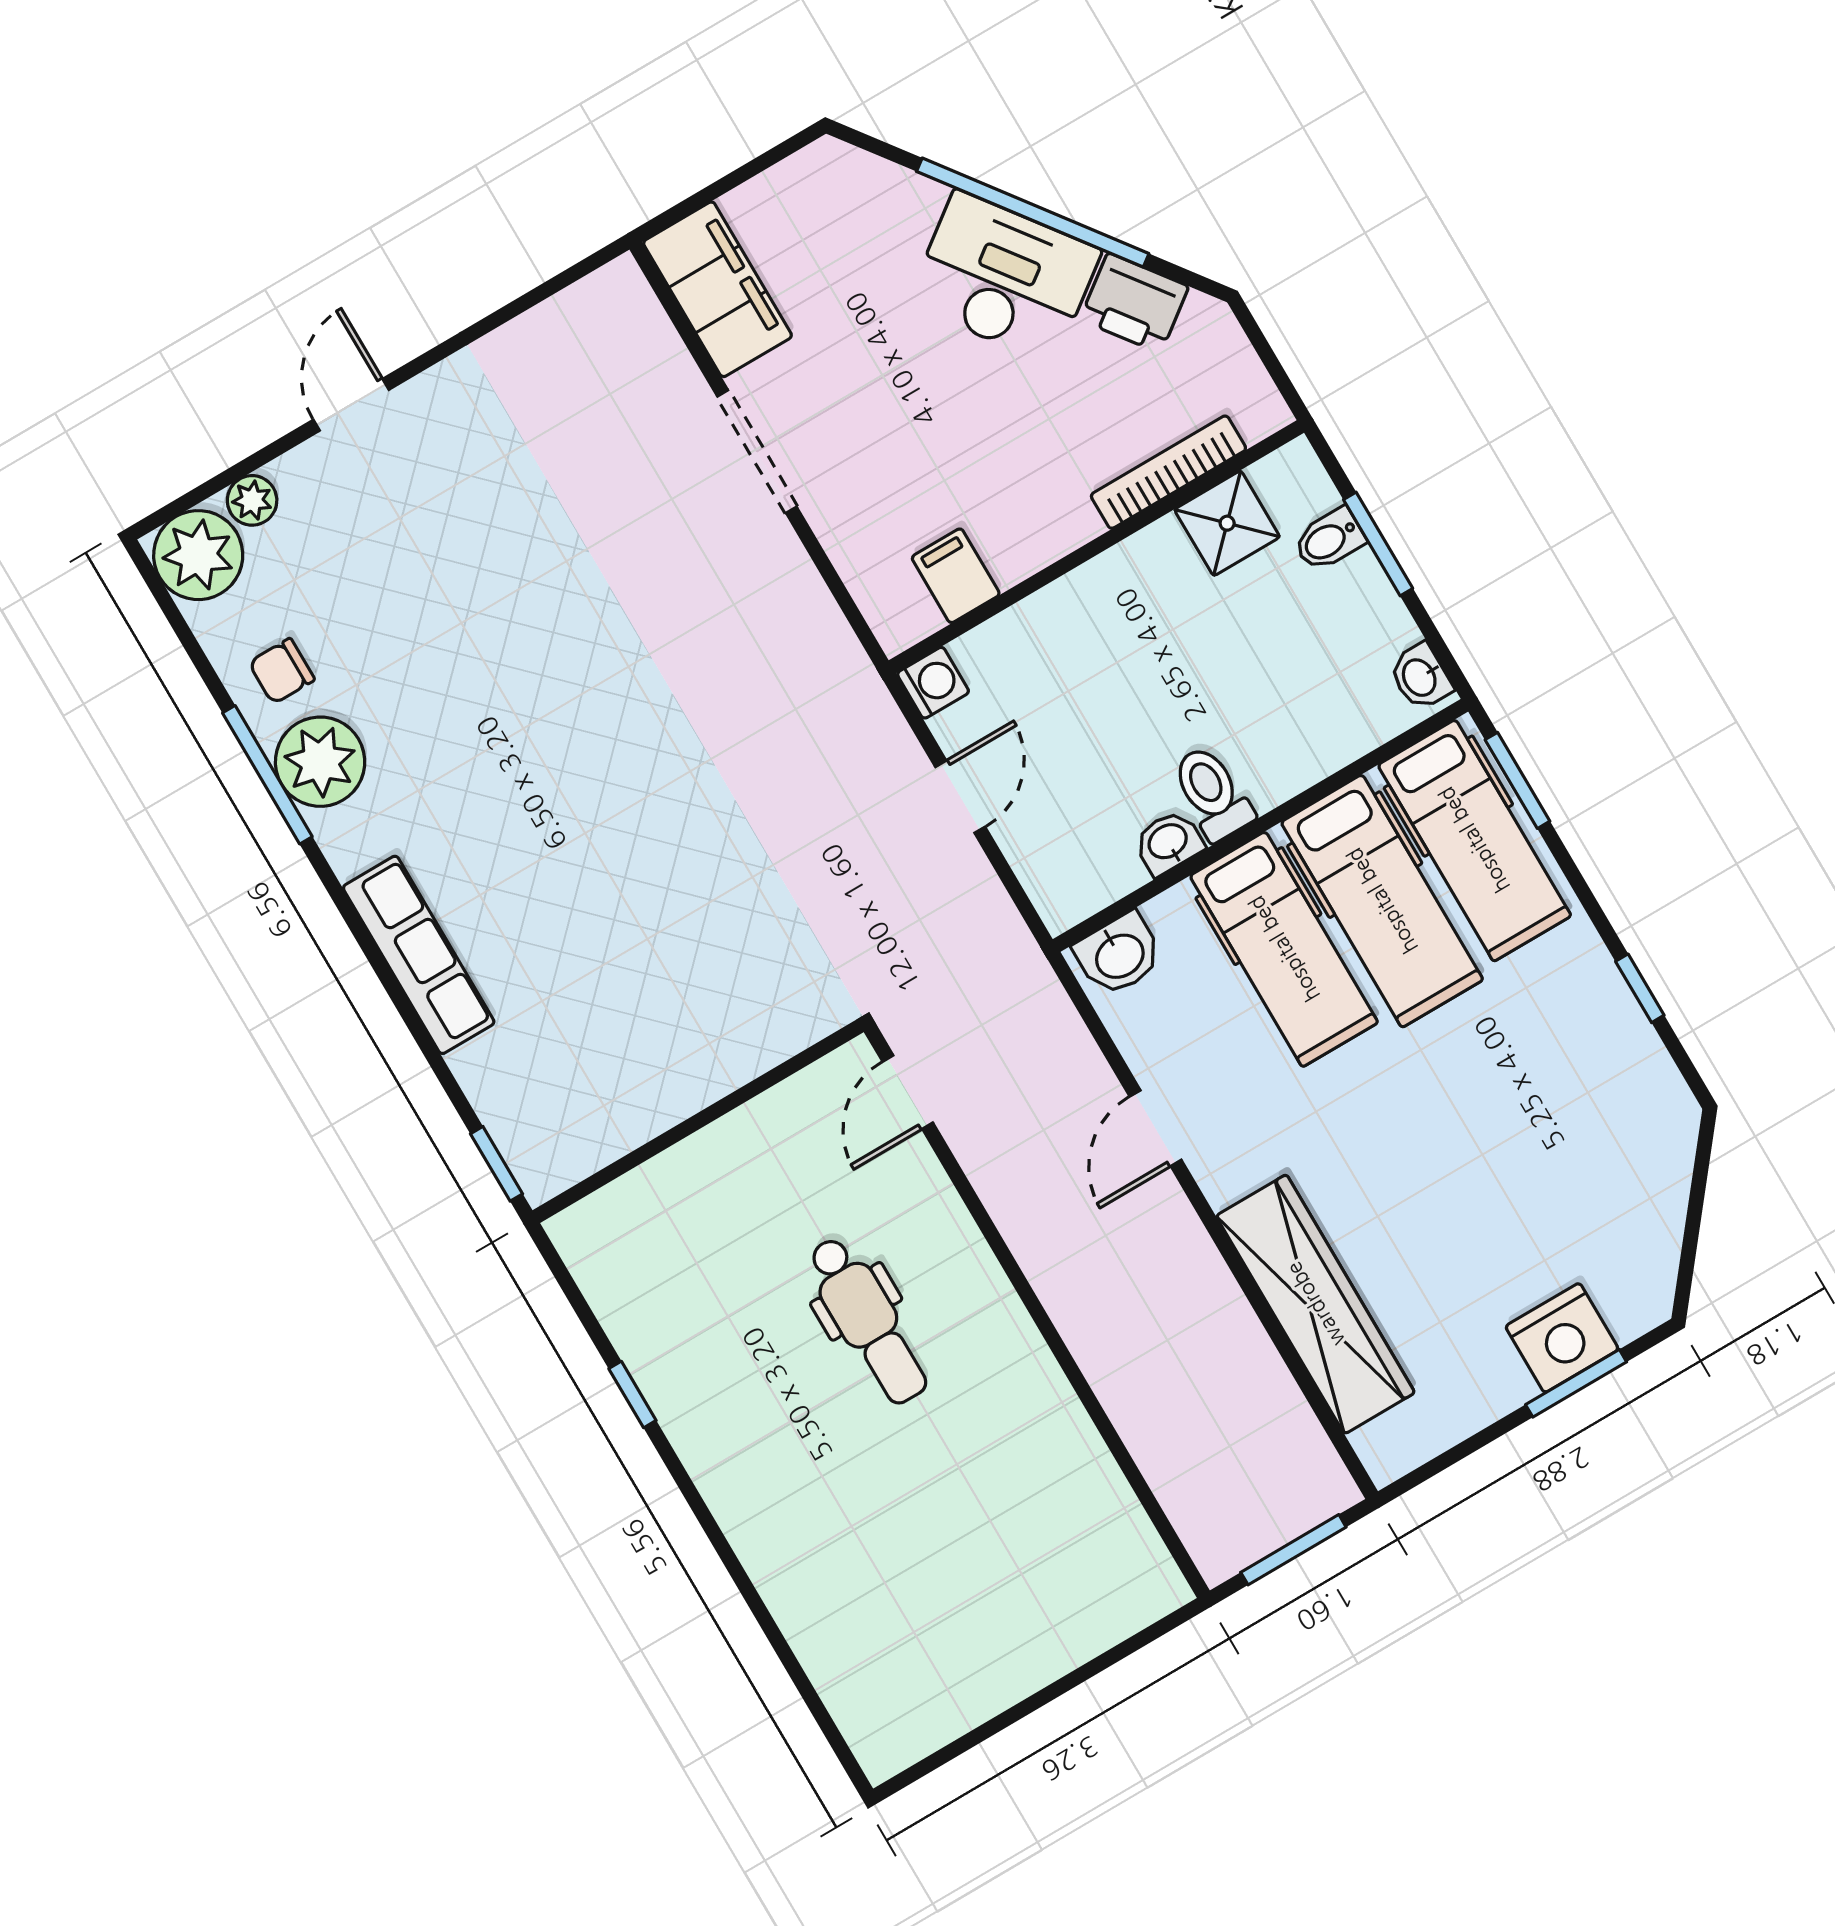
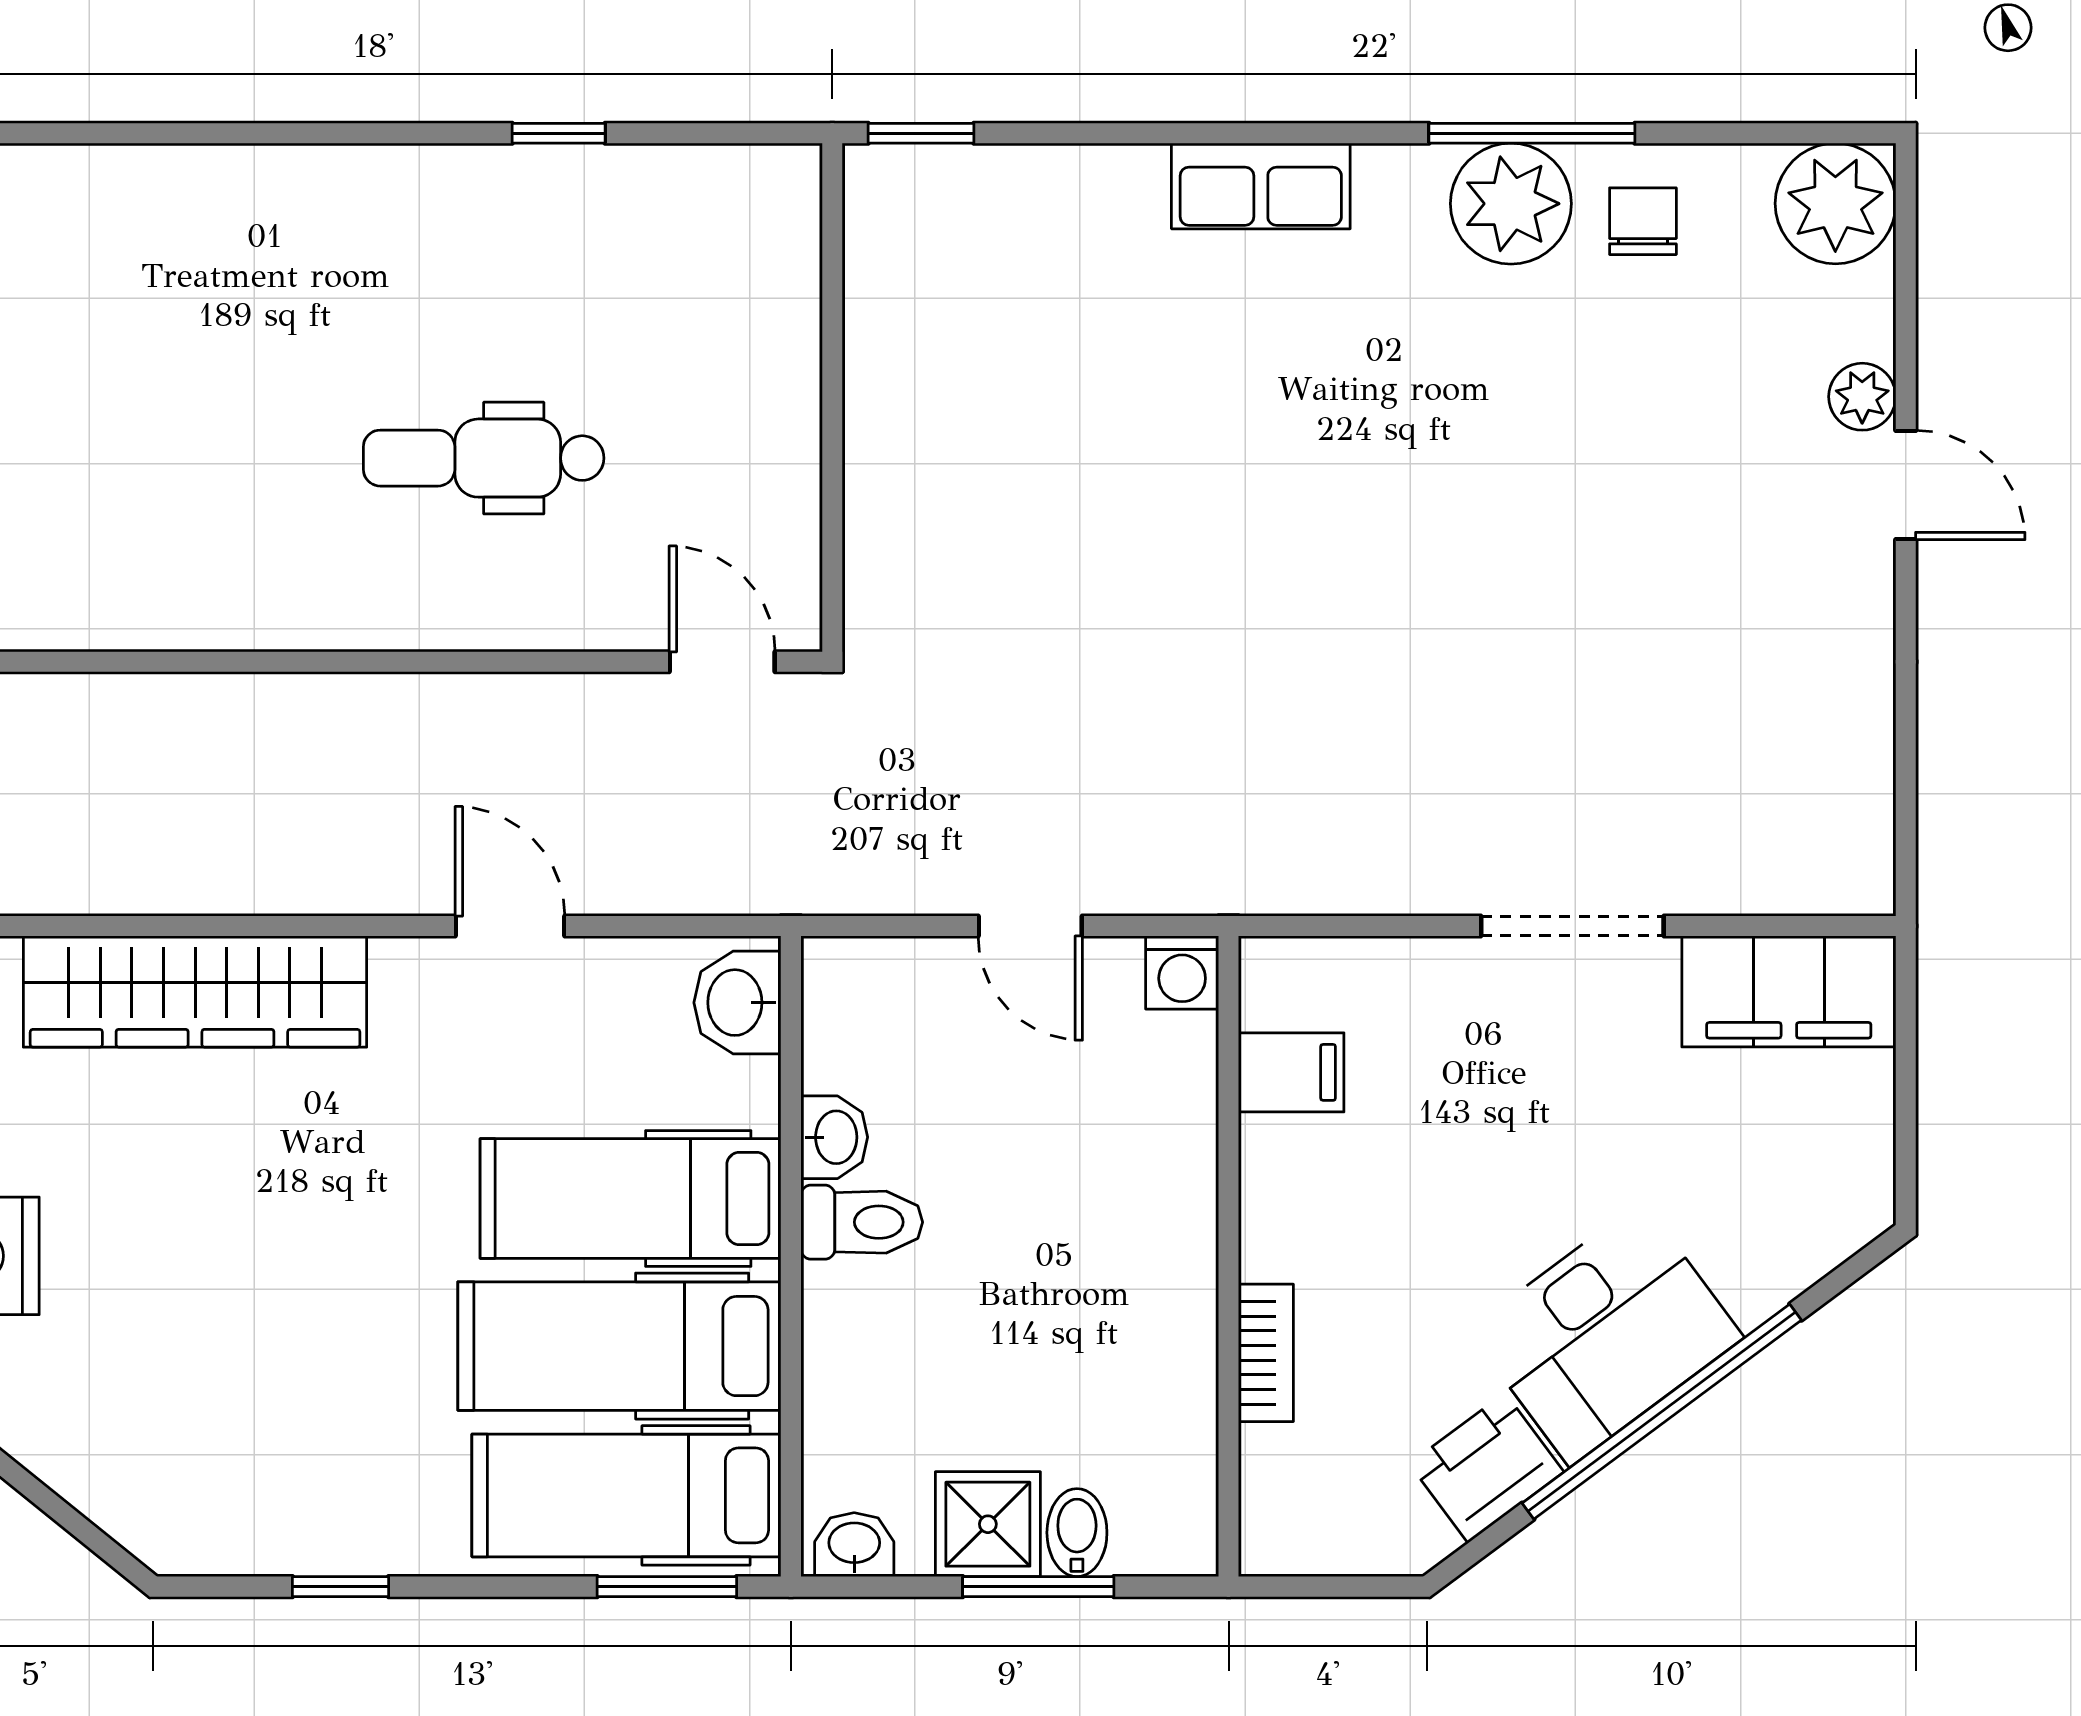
bookcase: (1168, 472) -> (1266, 1353), width x0.64
plant: (252, 500) -> (1862, 397), moved
shower: (1227, 523) -> (988, 1524), moved
row of seats: (419, 955) -> (1261, 186), width x0.68

